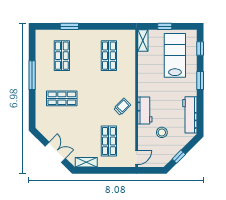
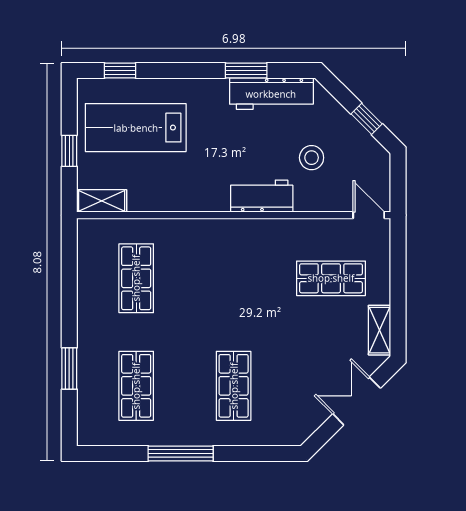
shop shelf: (62, 56) -> (136, 386), turned 90
shop shelf: (109, 56) -> (136, 278), turned 90
window: (200, 80) -> (246, 70), moved
trolley: (122, 107) -> (253, 248), removed

